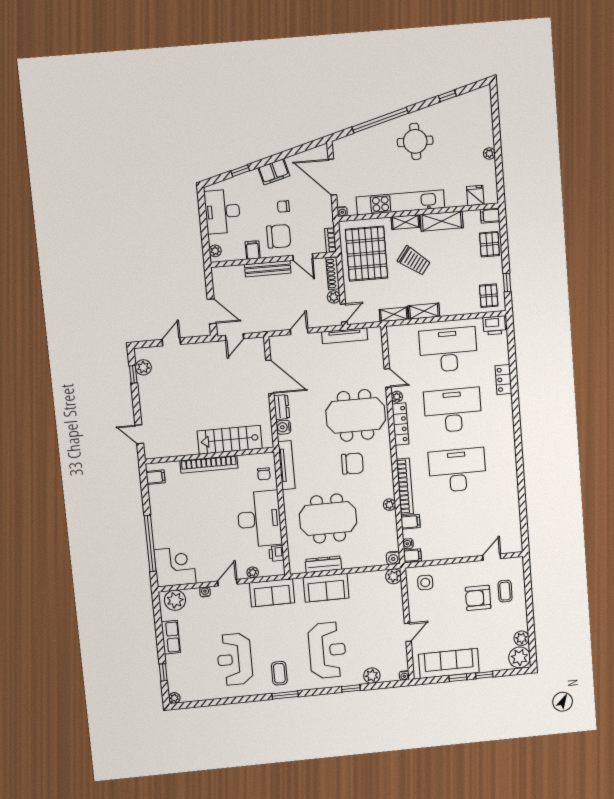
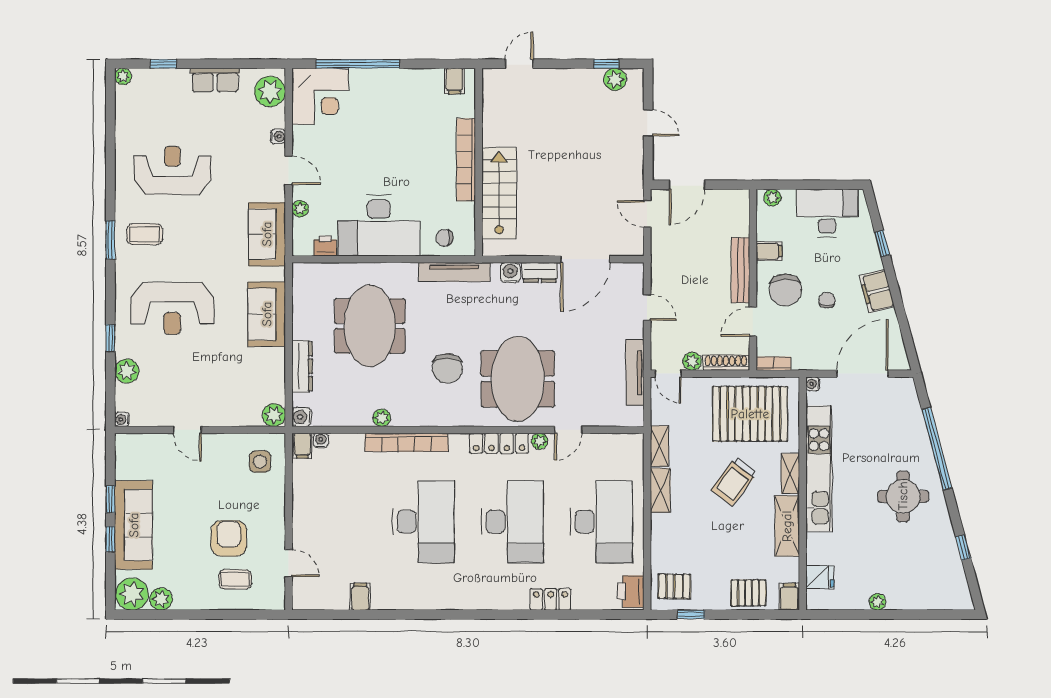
filing cabinet: (410, 522) -> (360, 597), moved, turned 180
dresser: (323, 564) -> (302, 366), moved
sofa: (449, 663) -> (134, 525), moved

